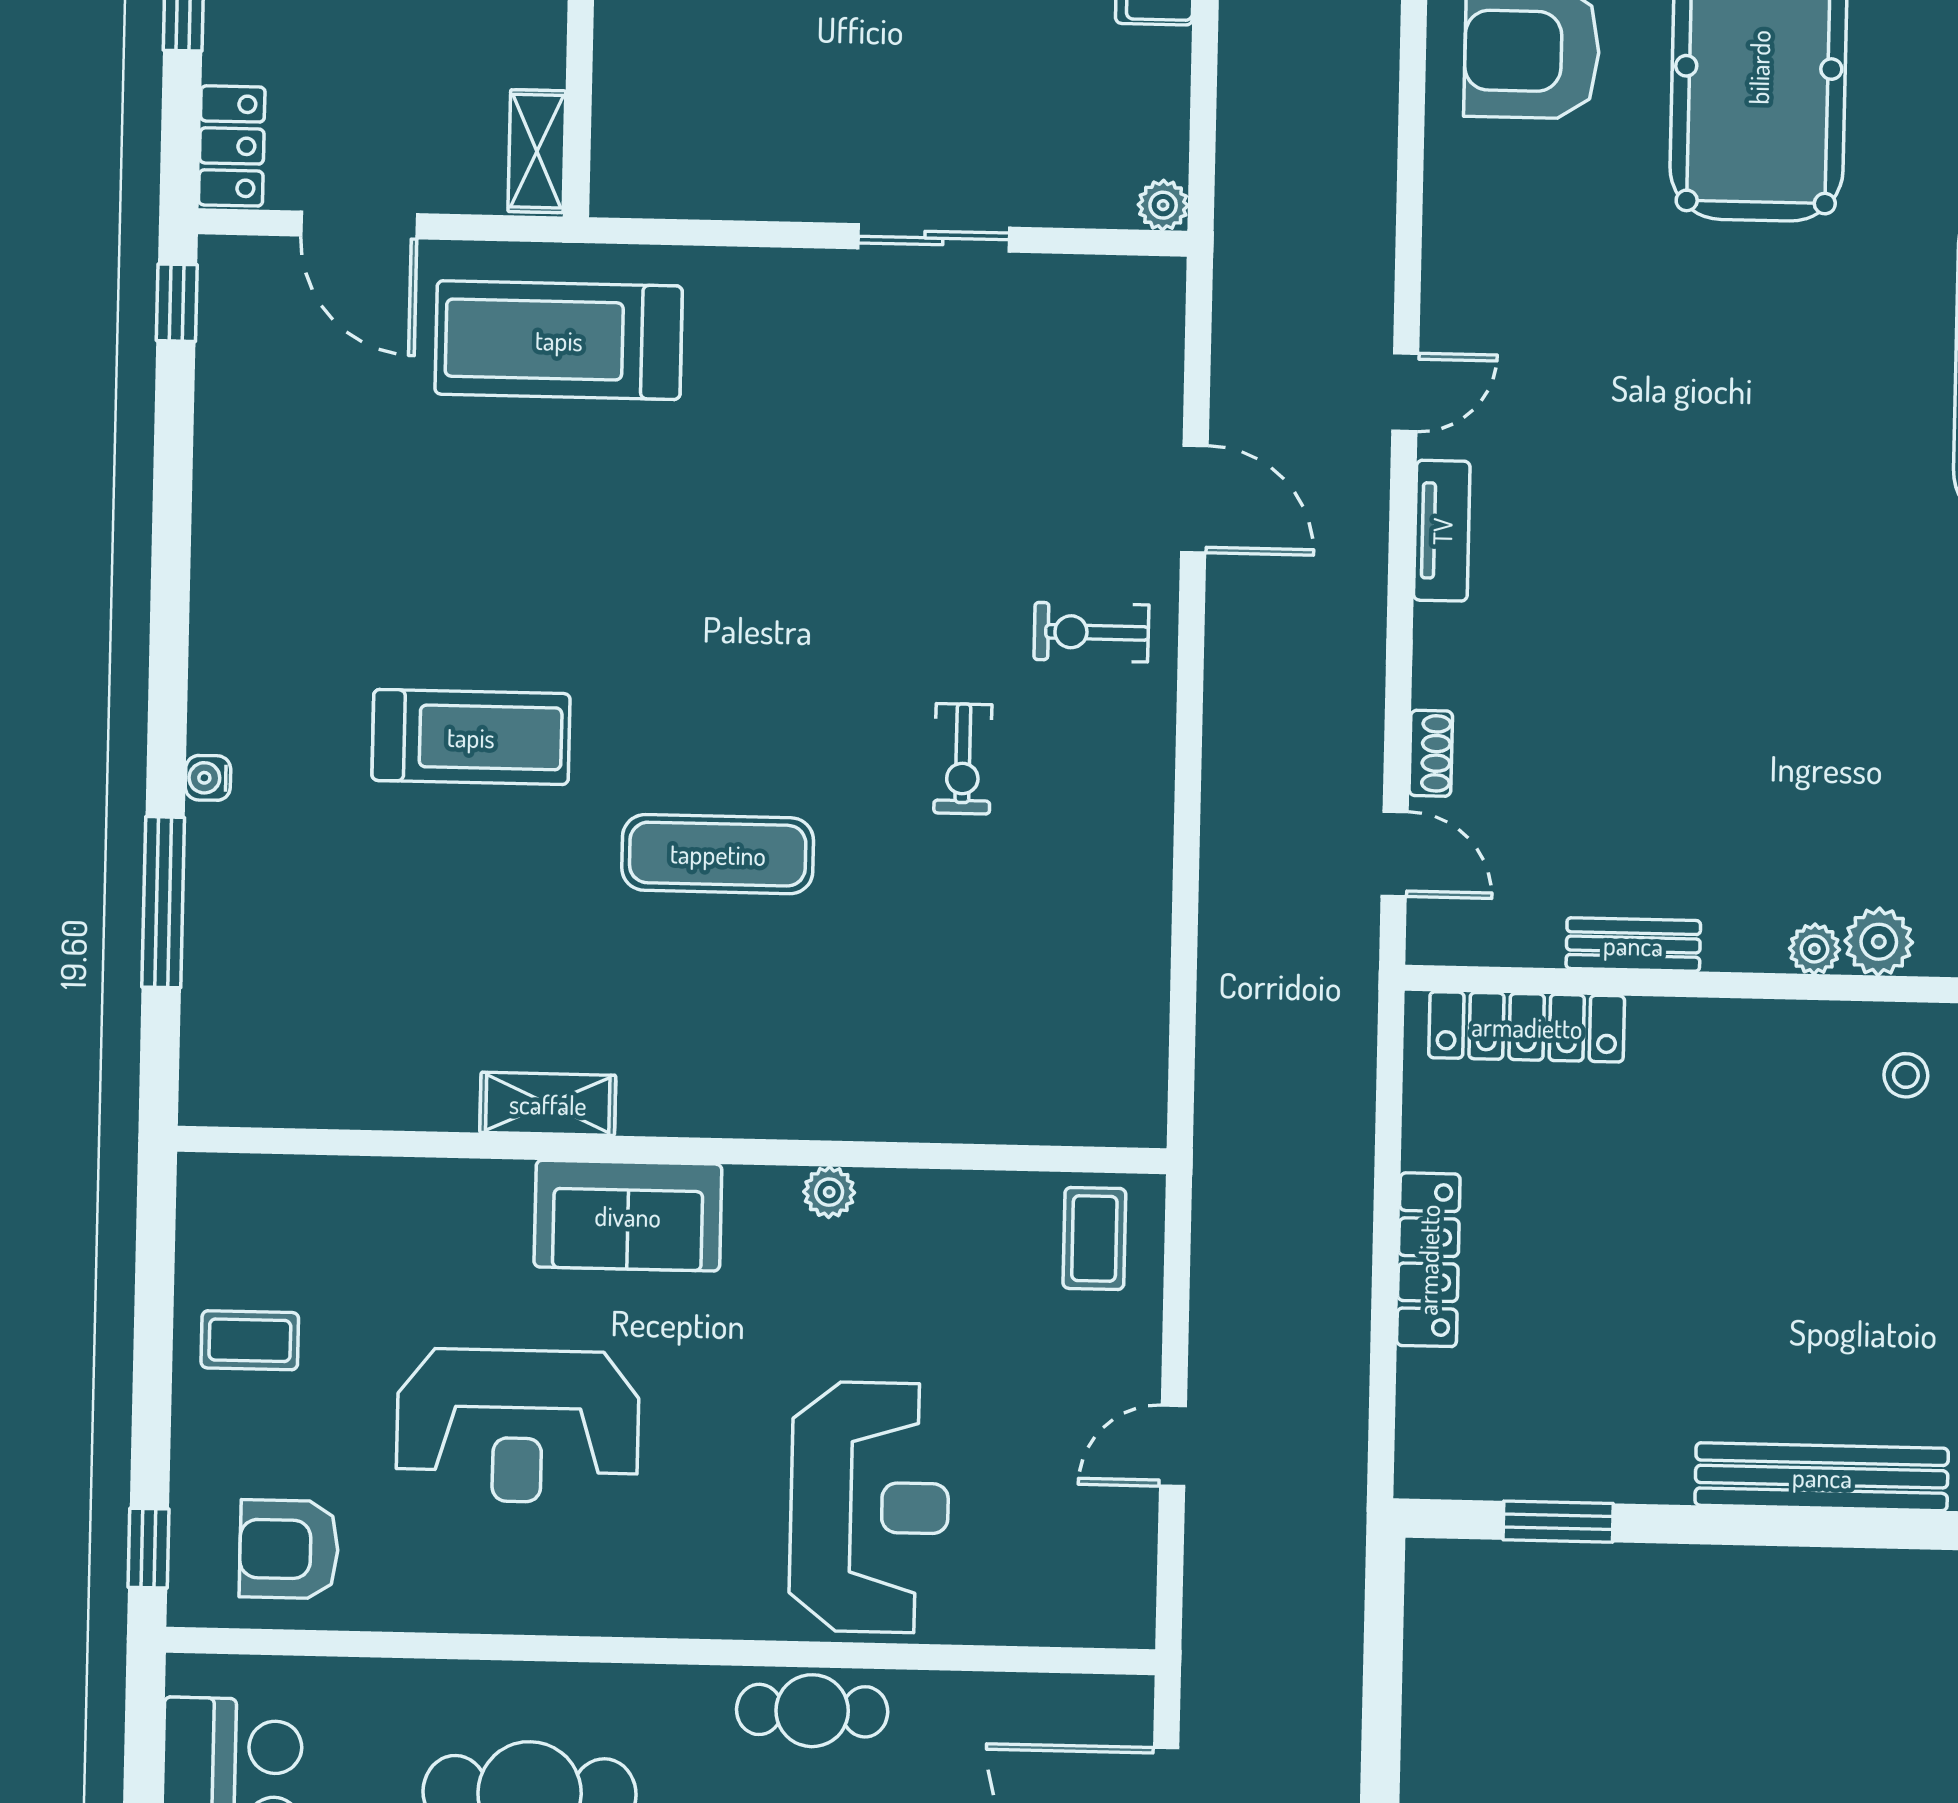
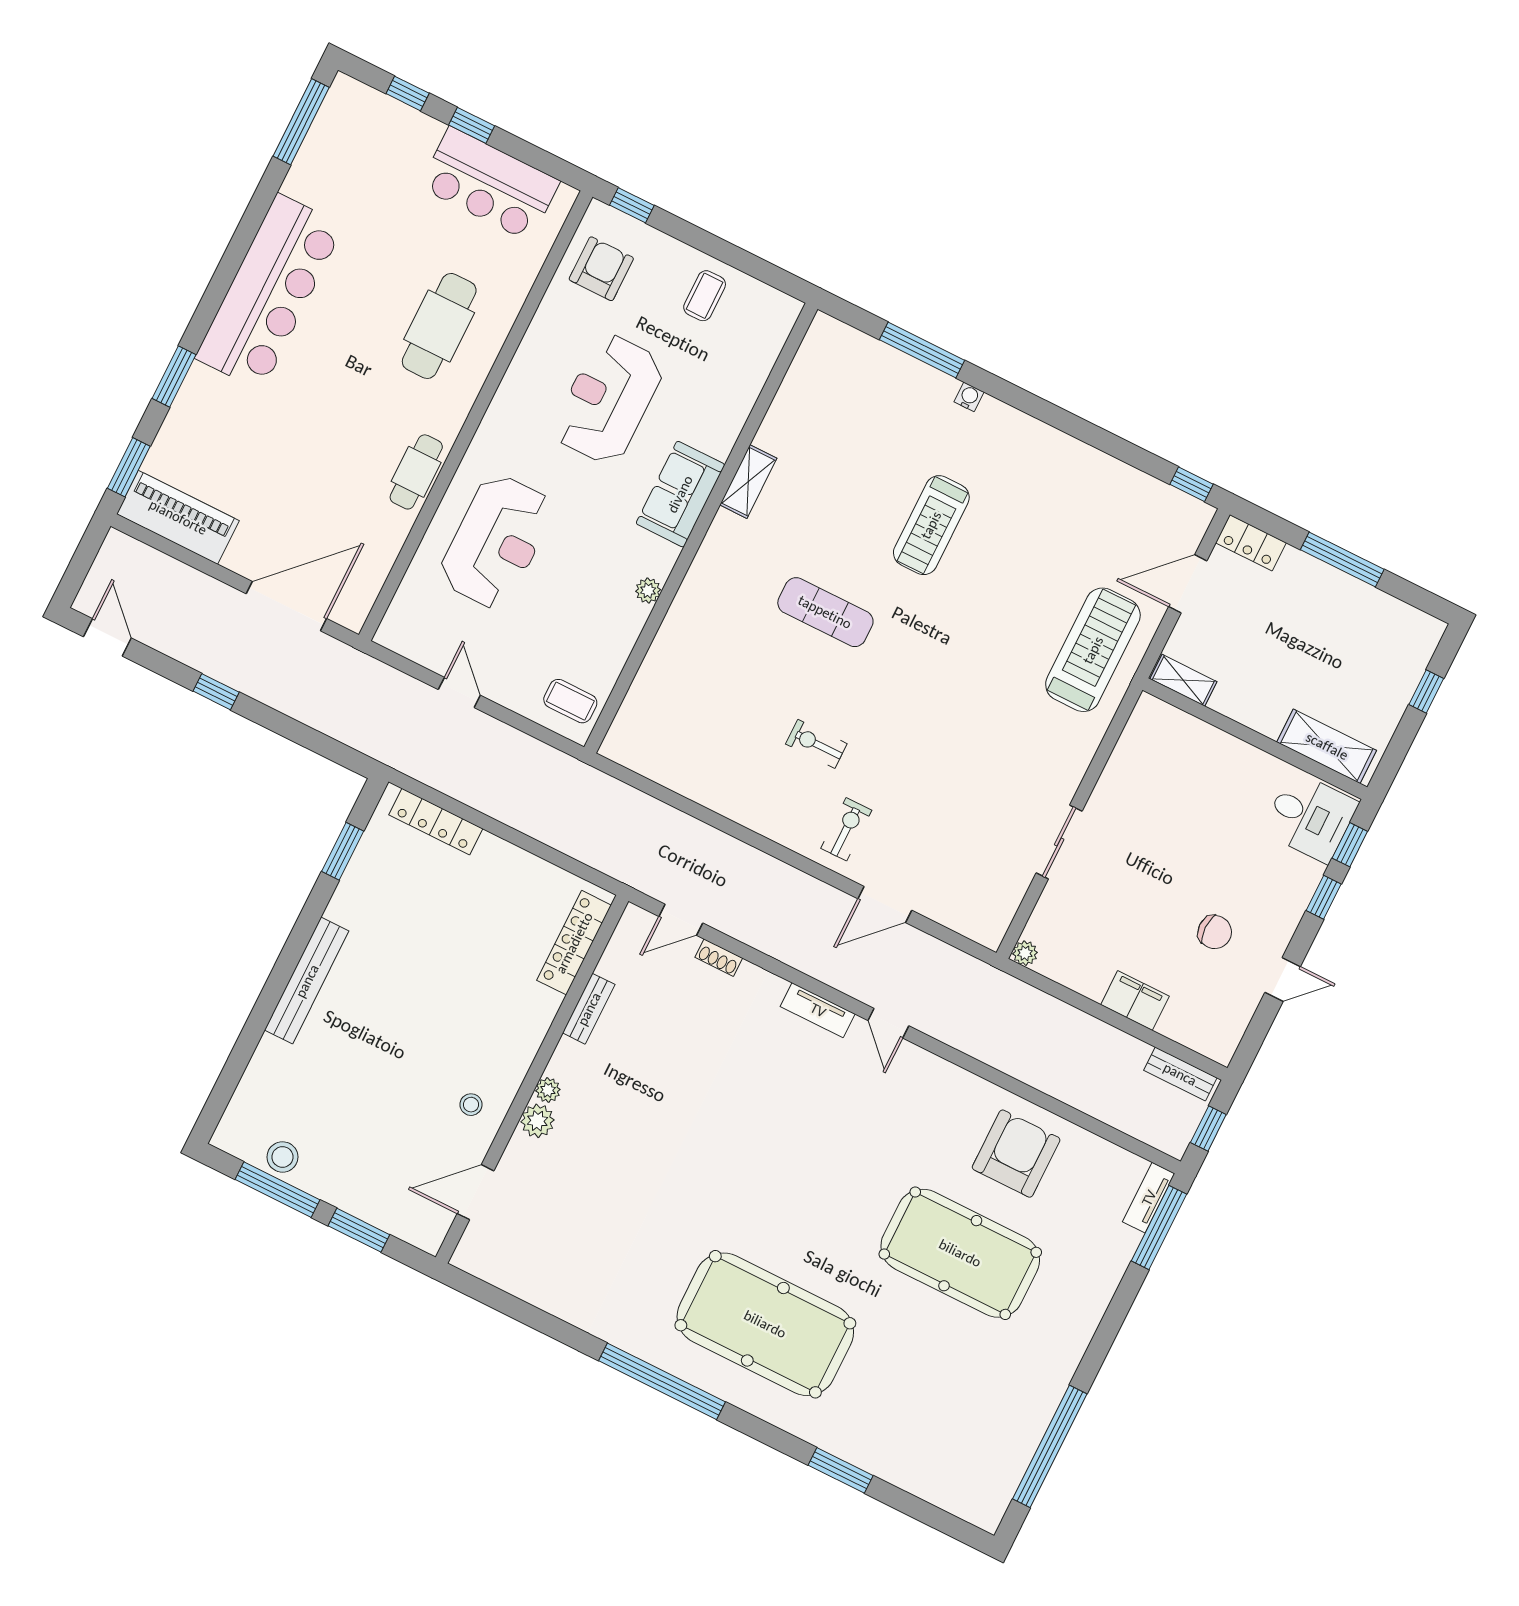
exercise mat: (718, 854) -> (825, 612), turned 90
locker: (1428, 1260) -> (436, 822), moved
reception desk: (869, 1507) -> (496, 541), turned -90

